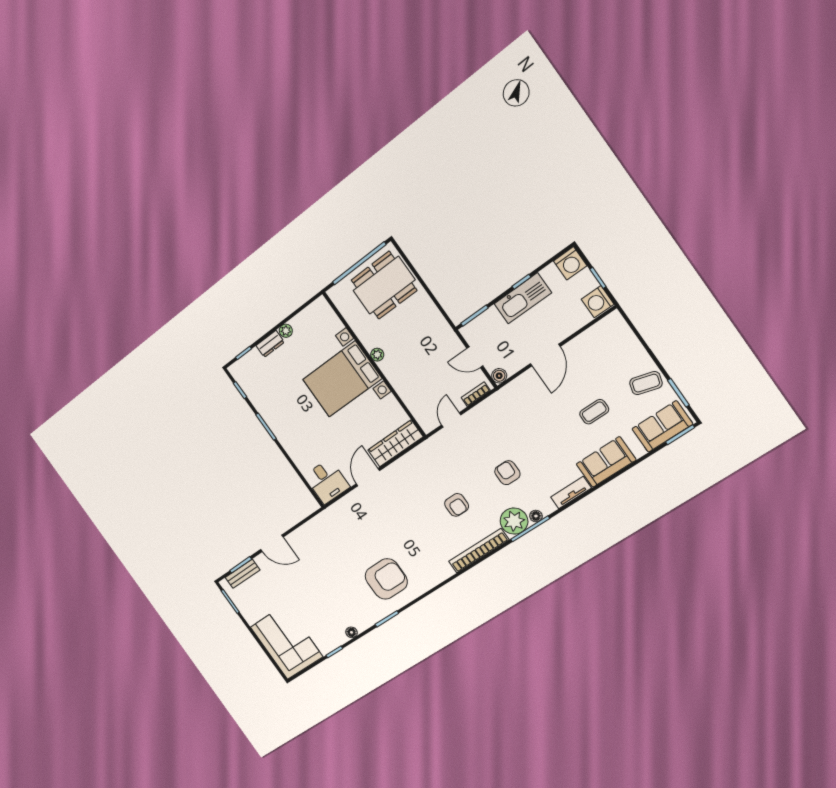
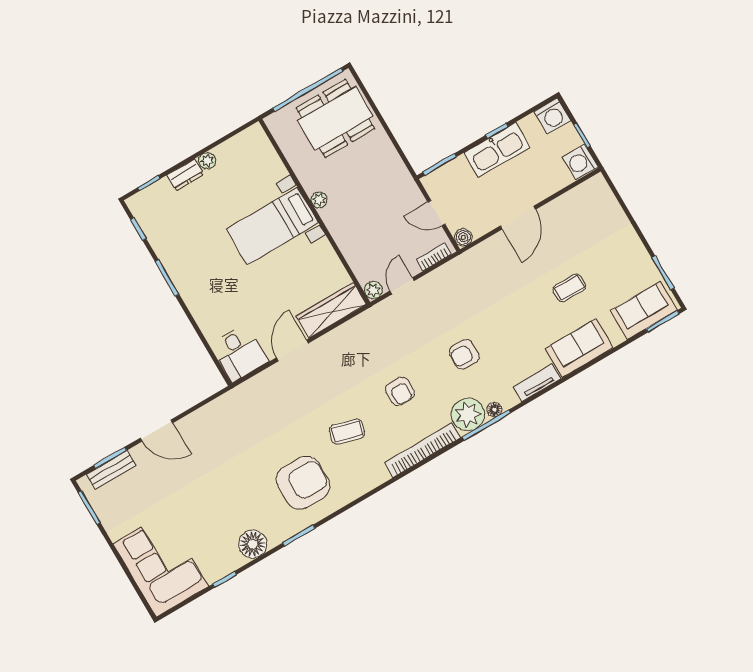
bed with nightstands: (342, 379) -> (272, 226), width x0.73
coffee table: (646, 383) -> (347, 432), moved
plant: (428, 425) -> (373, 290), added
armchair: (507, 473) -> (464, 354), turned -90
floor lamp: (352, 632) -> (253, 544), width x1.89, depth x1.89

